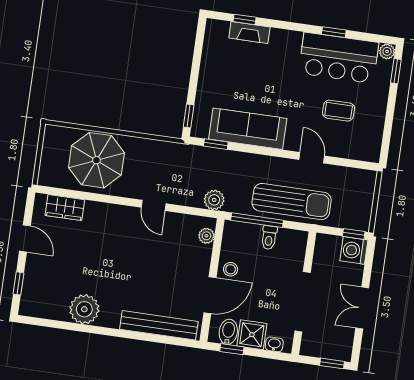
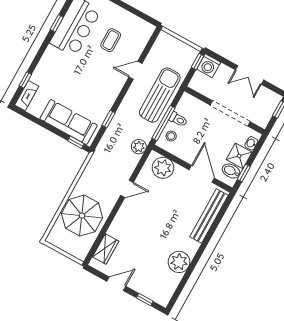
fireplace: (249, 33) -> (27, 96), moved
sofa: (248, 129) -> (69, 122), moved, turned 90
window: (216, 144) -> (109, 119), moved
plant: (206, 236) -> (163, 168), width x1.87, depth x1.87
stool: (231, 269) -> (171, 136), moved

